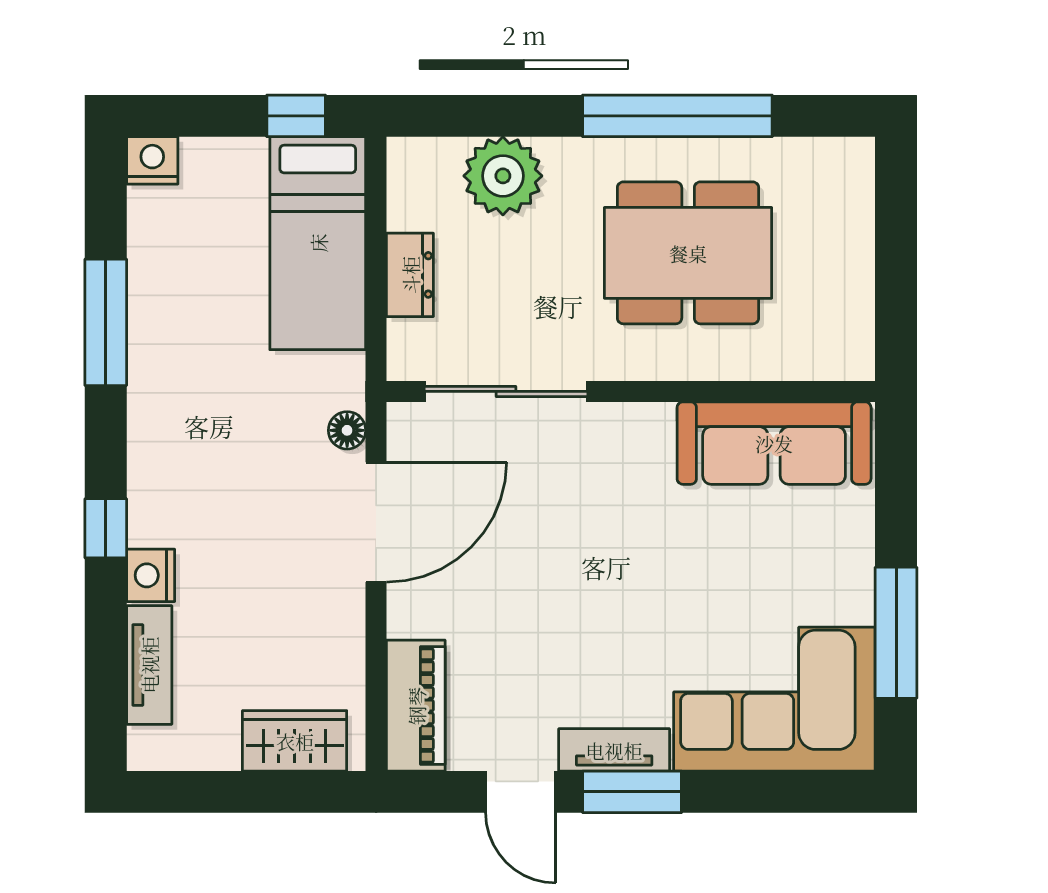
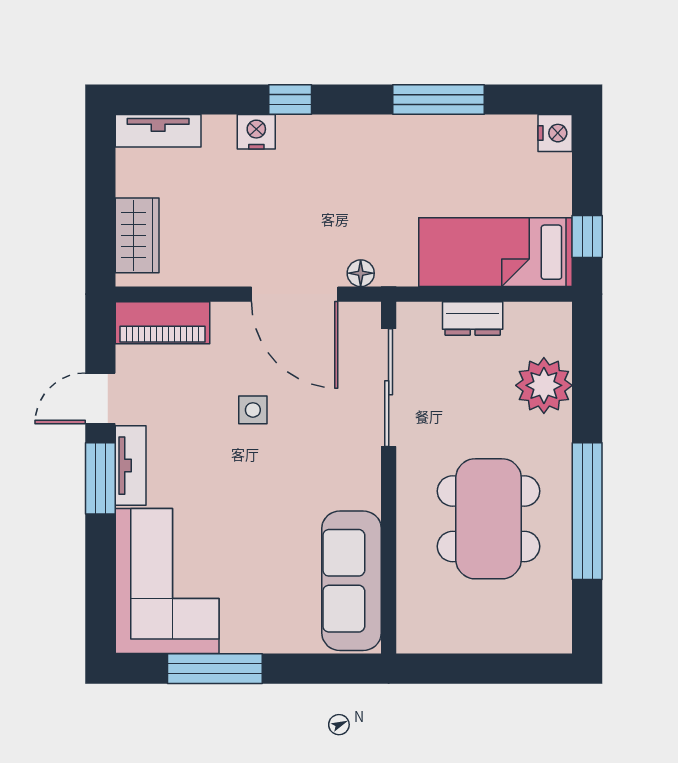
side table: (537, 580) -> (253, 410), added
tv unit: (149, 665) -> (158, 131), moved

